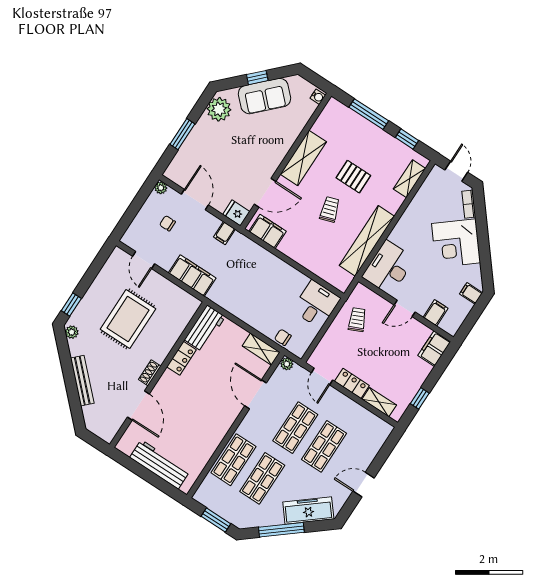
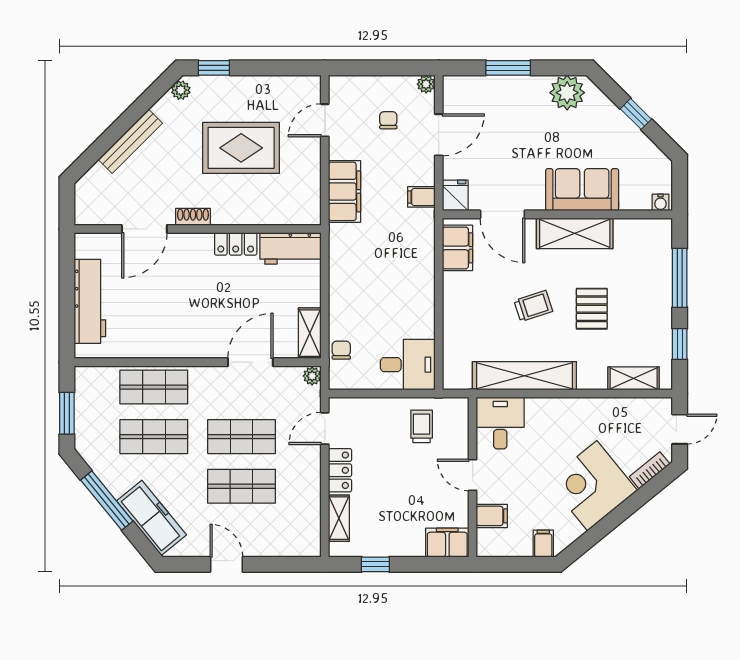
sofa: (265, 96) -> (582, 190), moved, turned 135
desk: (388, 268) -> (500, 423), width x0.73
trolley: (357, 320) -> (422, 426), turned -66

